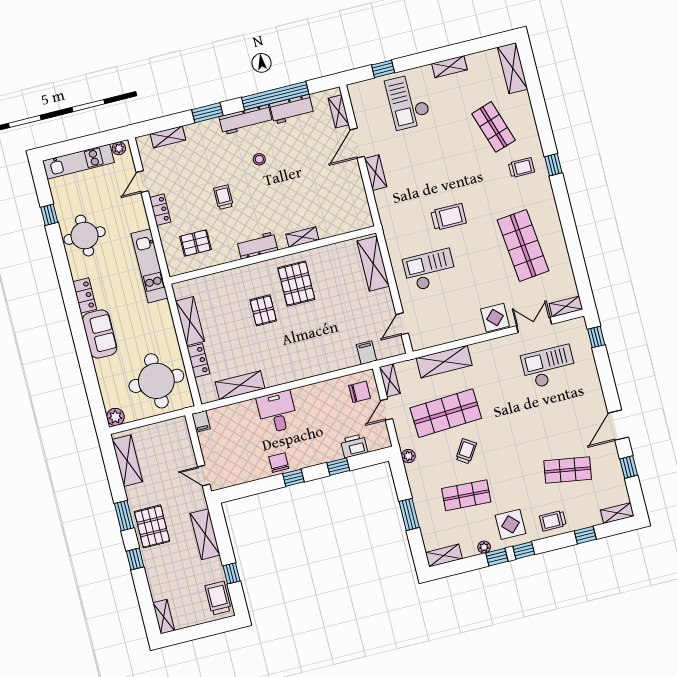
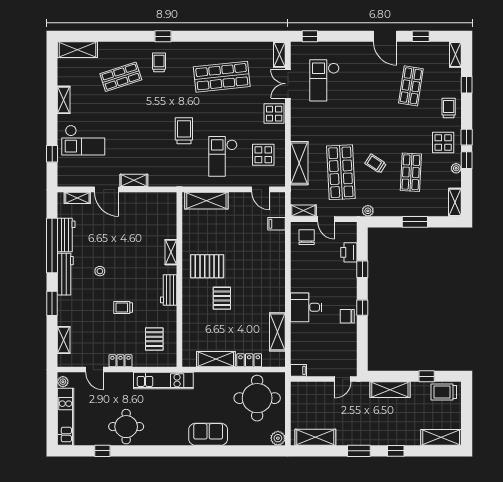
locker: (85, 295) -> (174, 439), removed
pallet: (263, 310) -> (222, 298), turned 90
display table: (444, 317) -> (263, 155), added
trolley: (553, 521) -> (449, 108), turned 180
pallet: (152, 526) -> (373, 431), removed
shelving: (164, 617) -> (441, 437), width x1.50, depth x1.33

